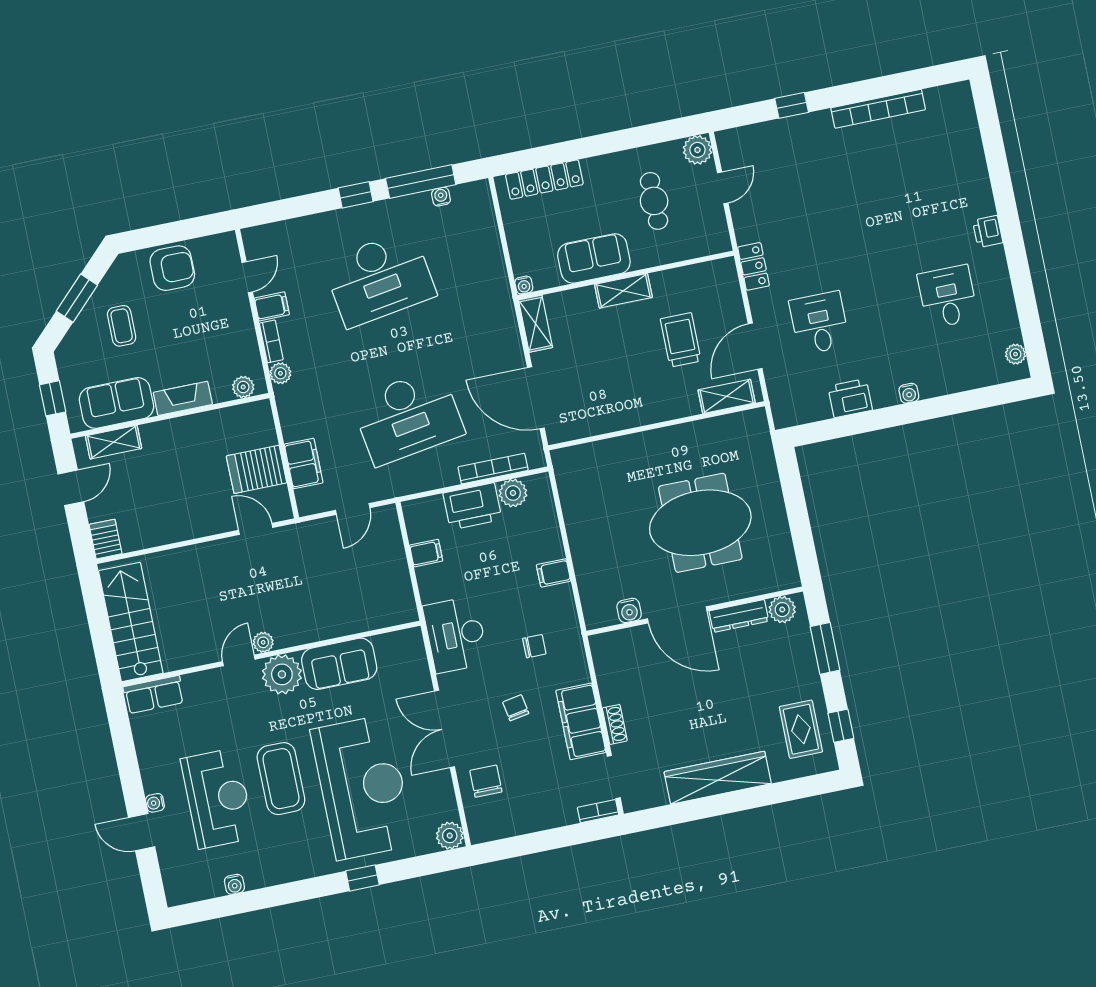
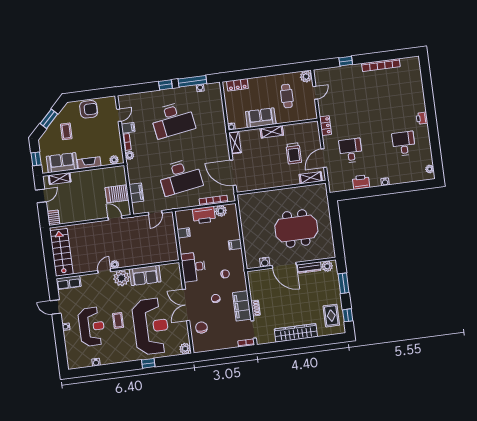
locker: (544, 180) -> (237, 85), width x0.66
trolley: (681, 340) -> (294, 153), turned 180
coffee table: (281, 779) -> (118, 320), width x0.54, depth x0.58
door: (142, 832) -> (56, 307), moved

